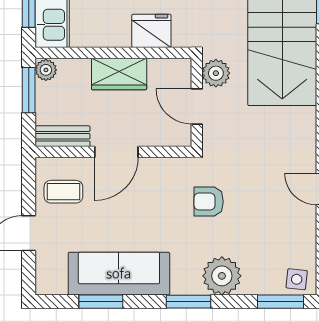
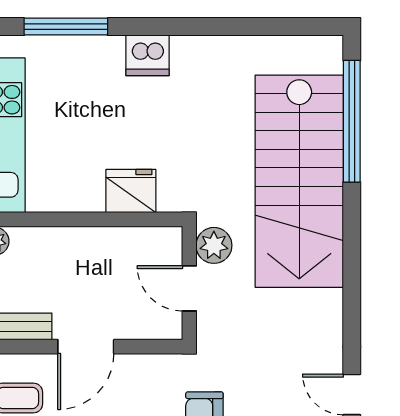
wardrobe: (119, 74) -> (89, 247), removed

